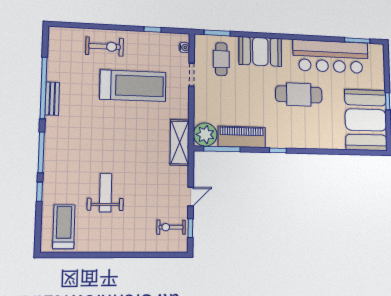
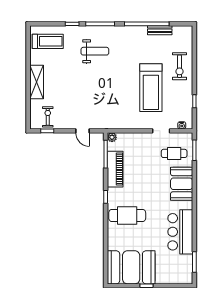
bar counter: (331, 56) -> (180, 232), width x0.73
cafe table: (299, 94) -> (127, 215), moved, turned 90
bench: (52, 99) -> (160, 30), moved
plant: (205, 135) -> (112, 137), width x0.53, depth x0.53
shelving: (180, 142) -> (37, 82), moved, turned 90
weight bench: (106, 193) -> (95, 51), moved
door: (191, 197) -> (83, 131), moved

